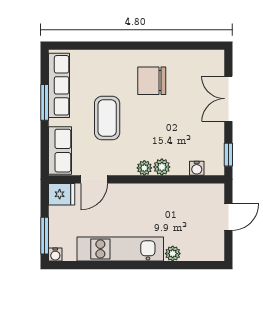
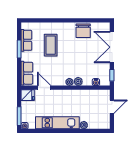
chair: (152, 81) -> (83, 31), moved, turned -90
row of seats: (59, 85) -> (26, 40), width x0.68
double door: (228, 99) -> (112, 47), width x1.37
coffee table: (107, 118) -> (51, 45), moved
door: (94, 179) -> (44, 88), swing flipped

